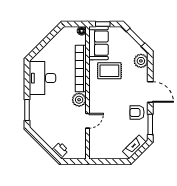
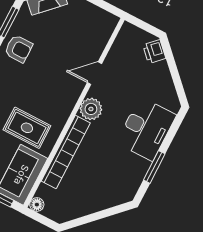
desk: (42, 78) -> (146, 129), moved
window: (27, 110) -> (154, 167), moved

